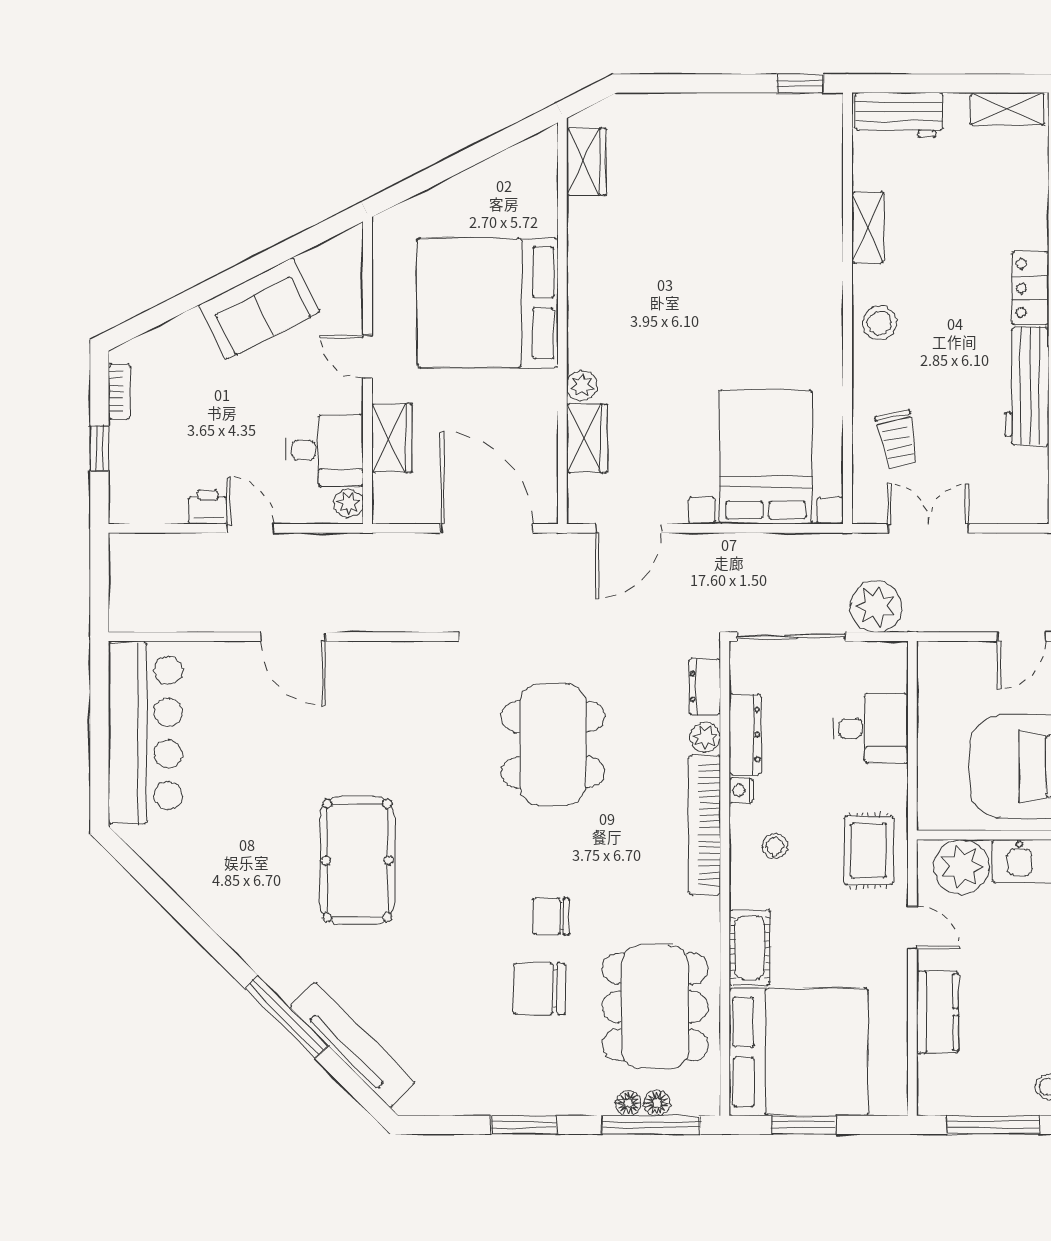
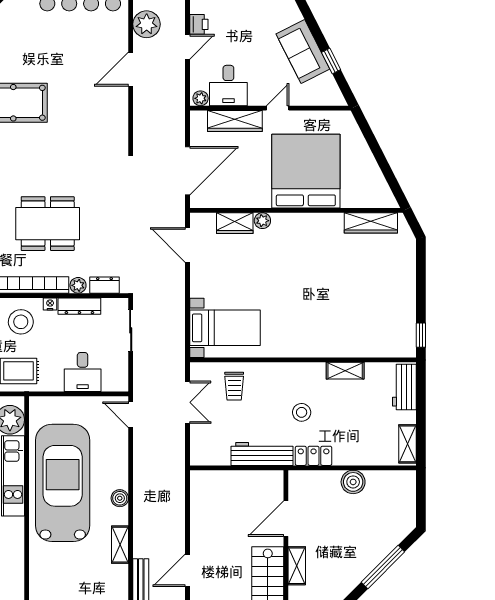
wardrobe: (586, 162) -> (371, 223), width x1.50
window: (278, 255) -> (331, 61), added
stool: (880, 323) -> (302, 412), moved
wardrobe: (392, 438) -> (235, 121), width x1.50
trolley: (898, 439) -> (234, 386), turned -78
bed with nightstands: (766, 457) -> (225, 328), width x0.73
plant: (876, 606) -> (147, 24), moved
sliding door: (791, 637) -> (131, 330), width x0.73
door: (1021, 637) -> (131, 415), moved
dining table: (553, 745) -> (48, 224), moved
stool: (775, 846) -> (21, 322), width x1.89, depth x1.89

